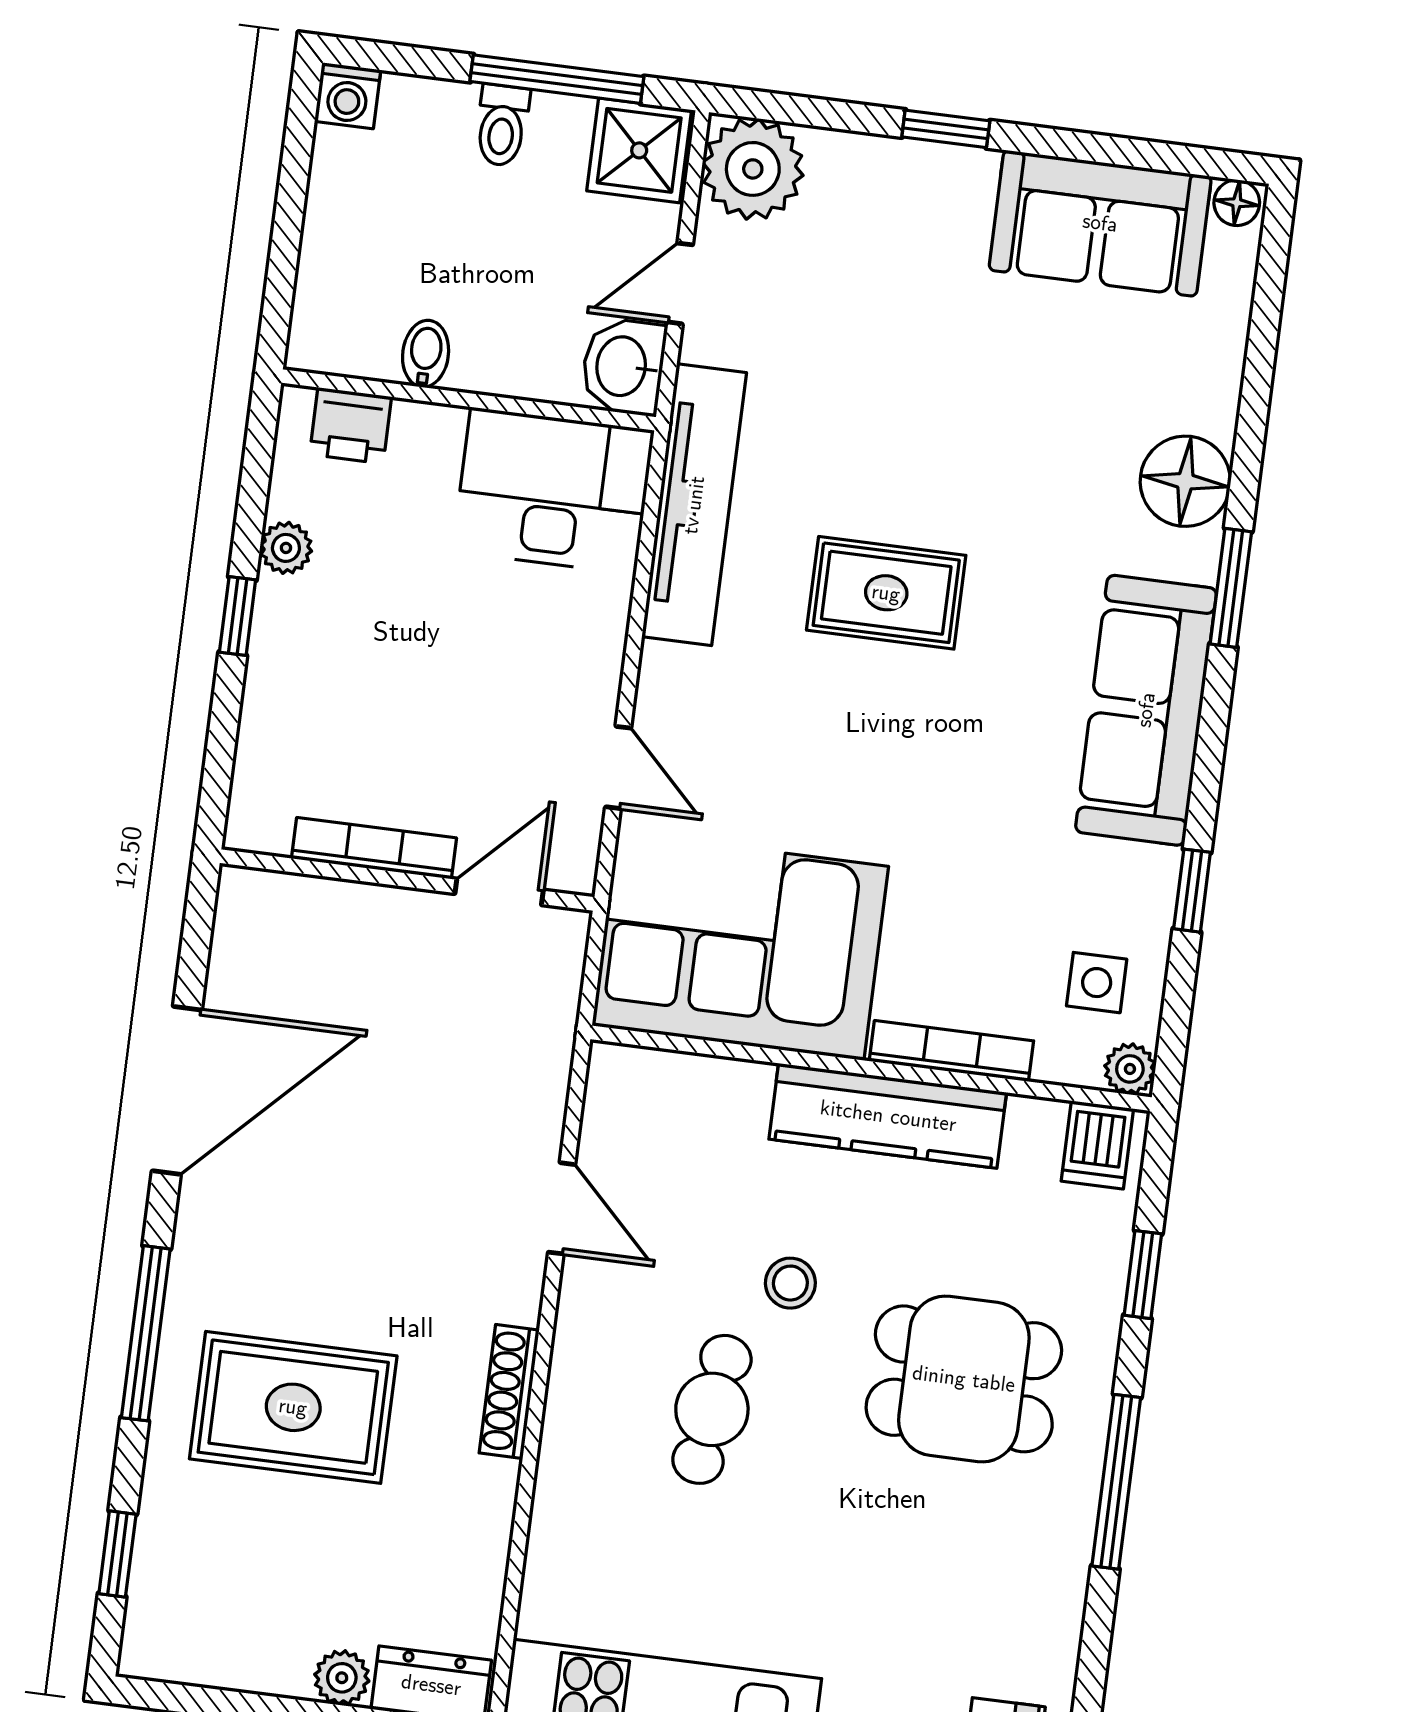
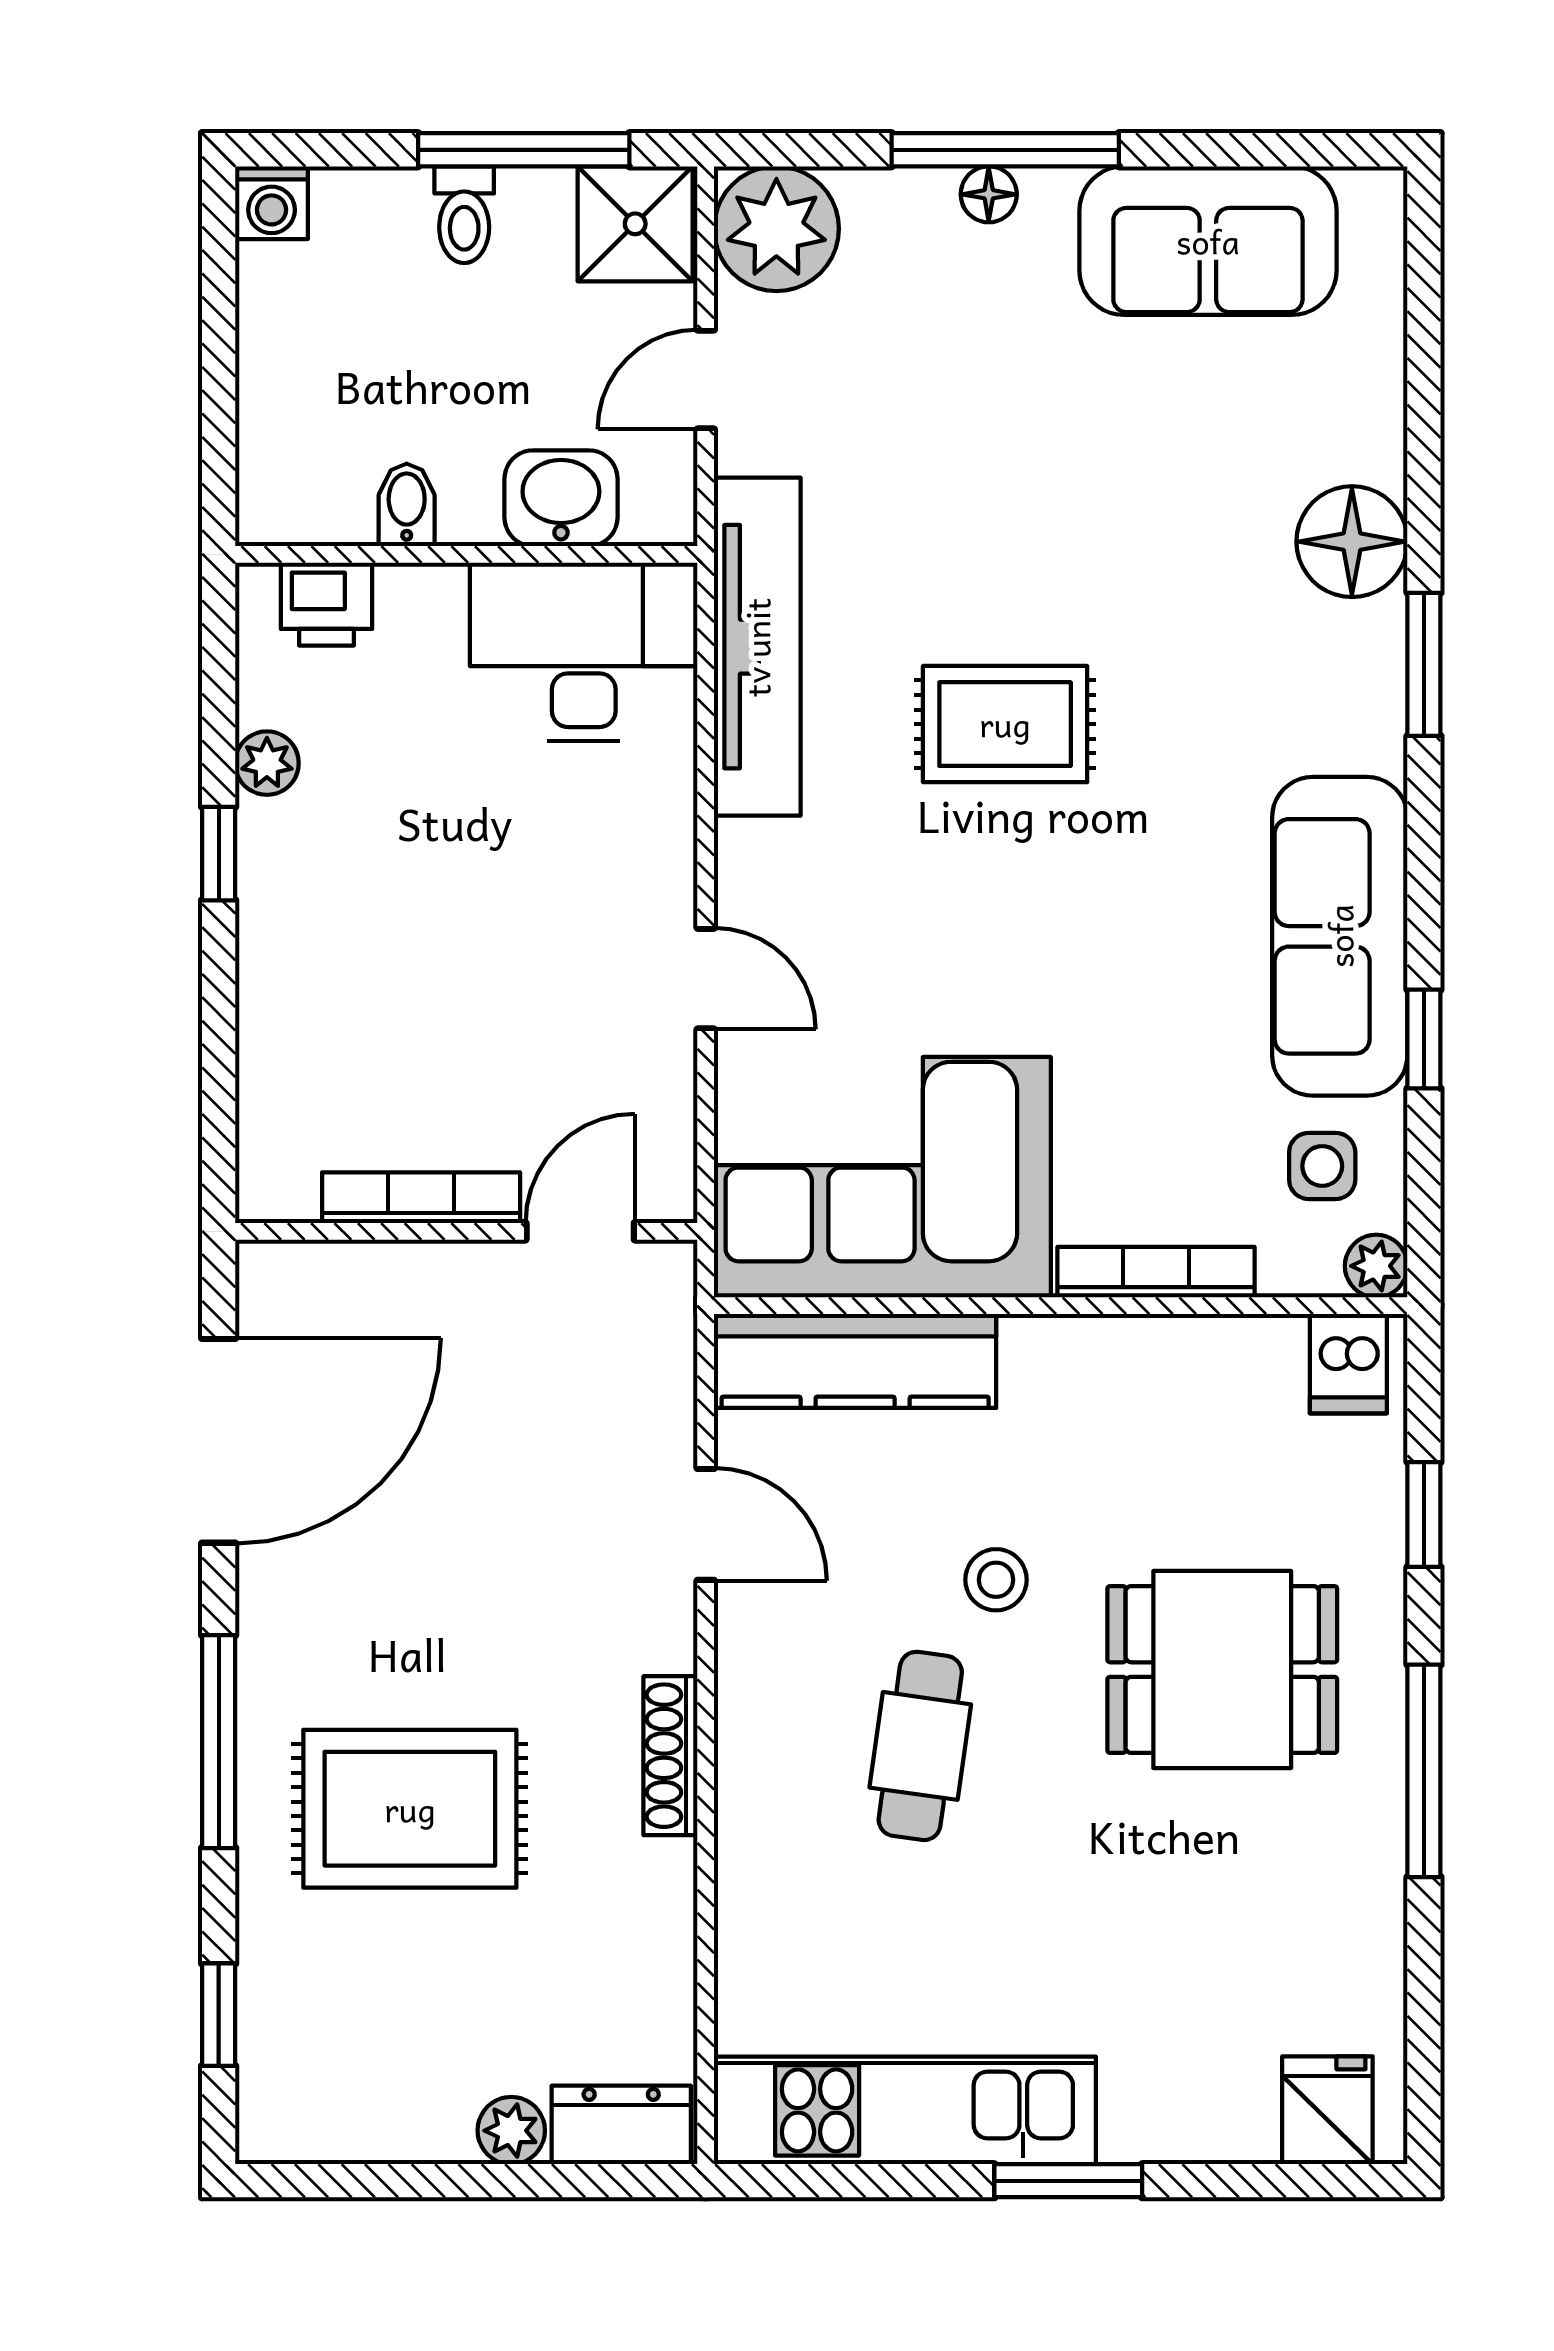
window: (946, 129) -> (1005, 150), width x2.17
floor lamp: (1237, 203) -> (989, 194), moved
washbasin: (623, 366) -> (561, 498), moved, turned 90
sofa: (1146, 710) -> (1340, 936), moved
bookcase: (374, 848) -> (421, 1198), moved
wall: (407, 880) -> (466, 1231), moved
door: (499, 892) -> (580, 1231), moved
kitchen counter: (888, 1116) -> (855, 1361), moved

